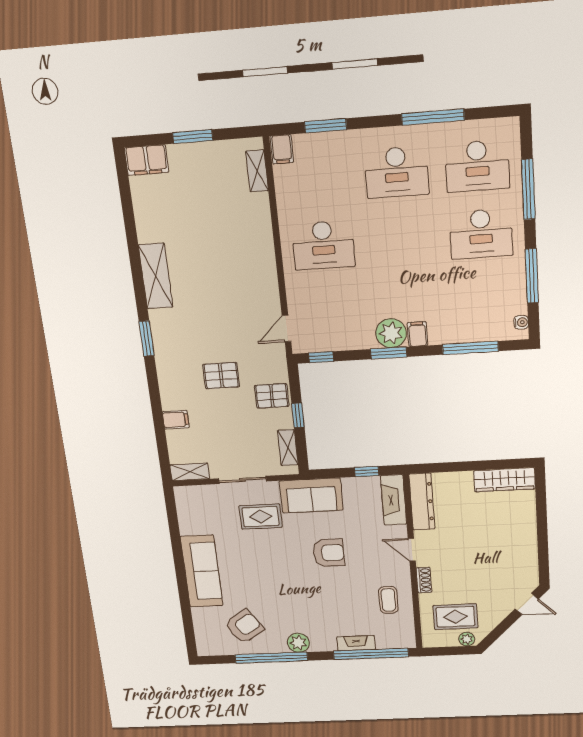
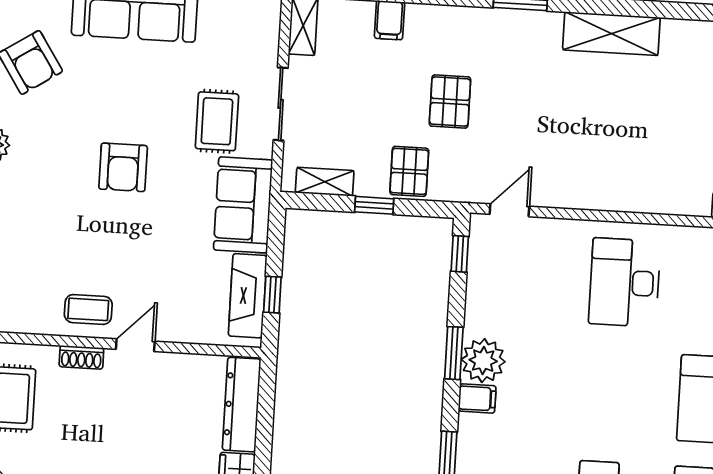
door: (287, 328) -> (509, 210), hinge flipped
fireplace: (394, 500) -> (248, 296), moved, turned -90
dresser: (422, 502) -> (242, 405), moved, turned 90
armchair: (329, 553) -> (123, 167), moved
coffee table: (388, 600) -> (88, 309), moved

